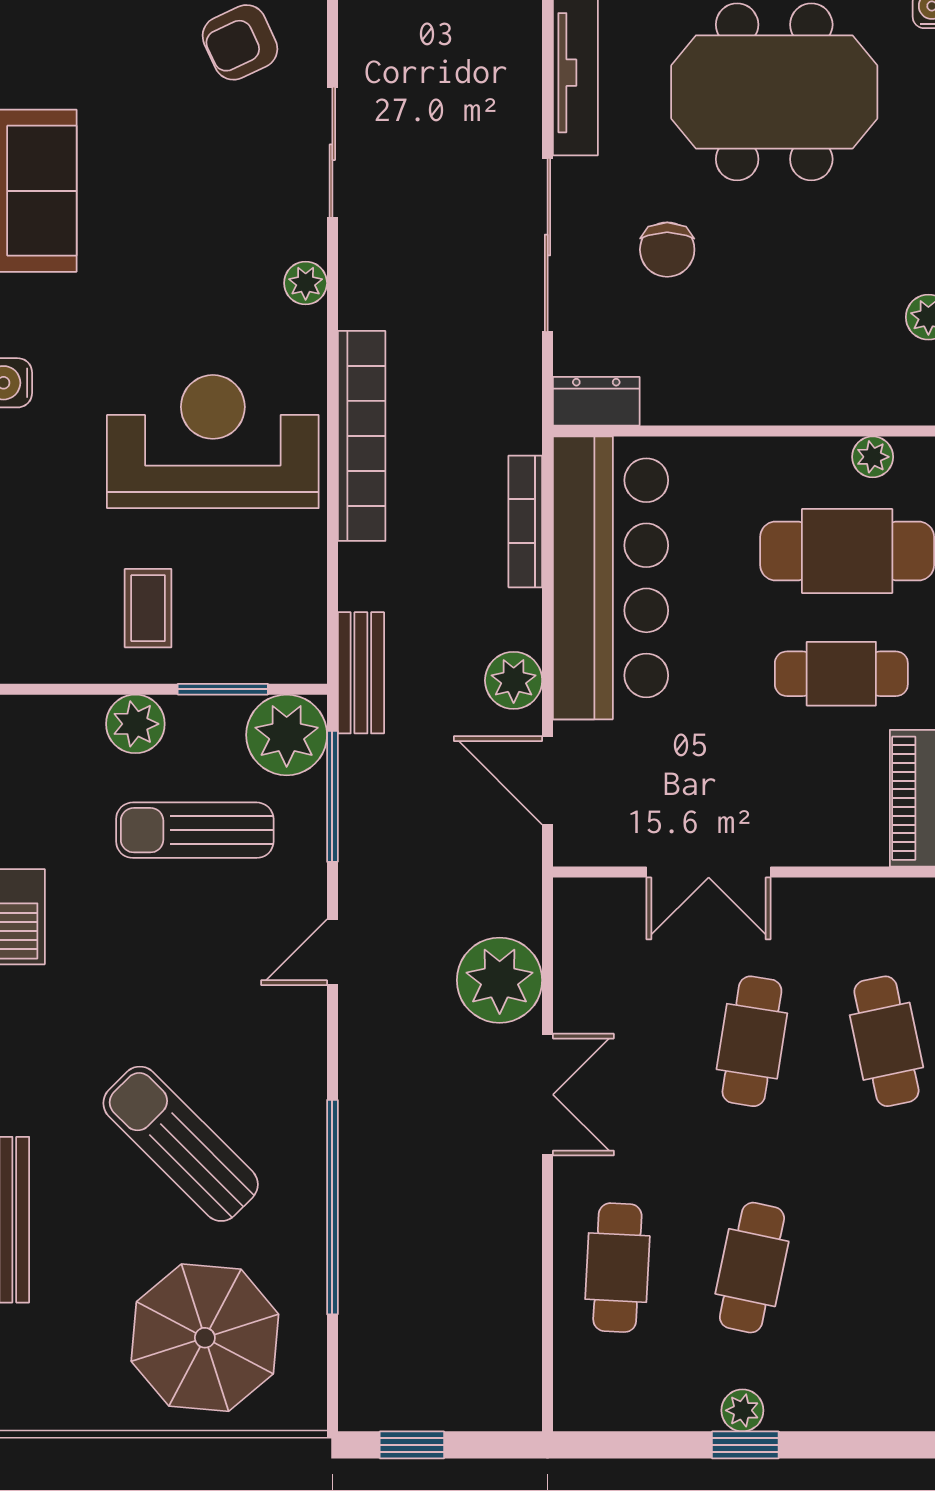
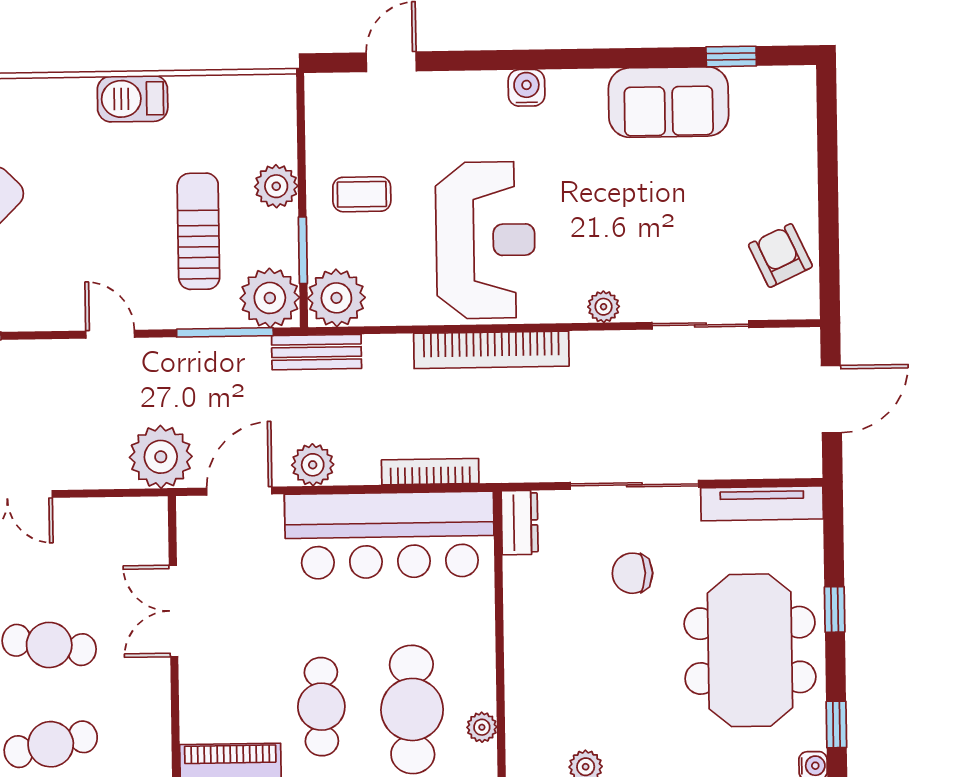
plant: (288, 645) -> (336, 298), added
plant: (500, 980) -> (161, 457), moved

